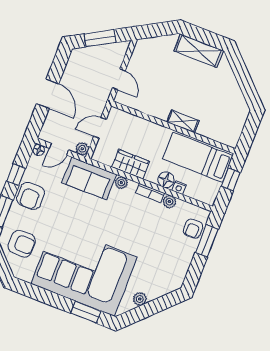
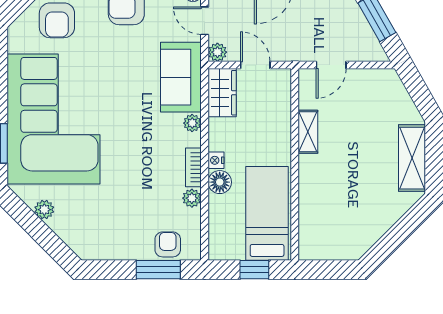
shelving: (183, 121) -> (308, 132), moved
wardrobe: (131, 164) -> (222, 93), moved
nightstand: (179, 188) -> (216, 160), moved
armchair: (193, 229) -> (168, 244), turned 90

